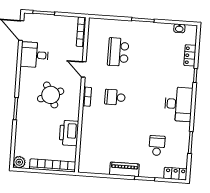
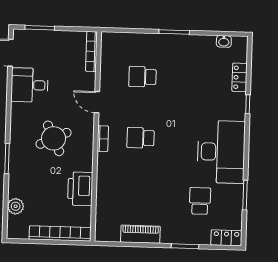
school desk: (118, 52) -> (143, 77), width x0.54
desk: (178, 104) -> (221, 152), width x1.36, depth x1.30
plant: (19, 162) -> (16, 206), moved
piano: (124, 169) -> (140, 234), moved

